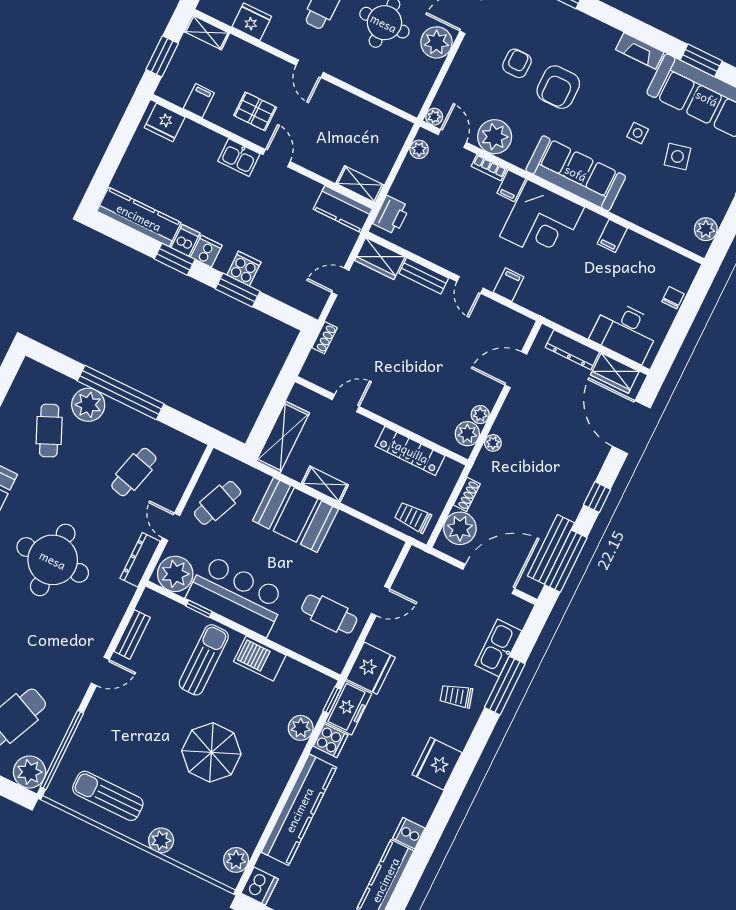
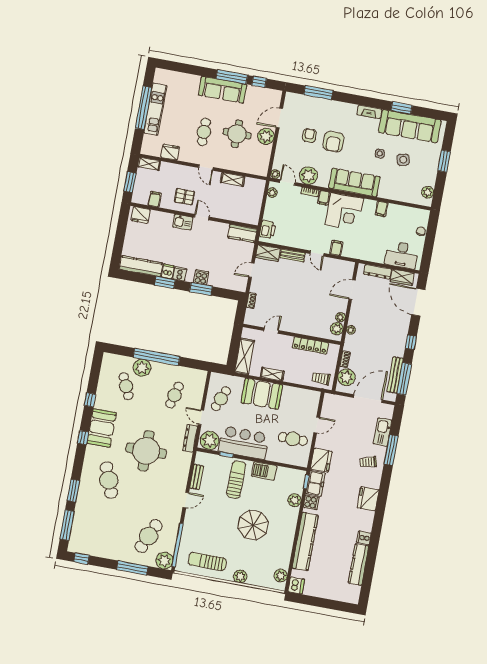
shelving: (360, 184) -> (233, 179), moved

